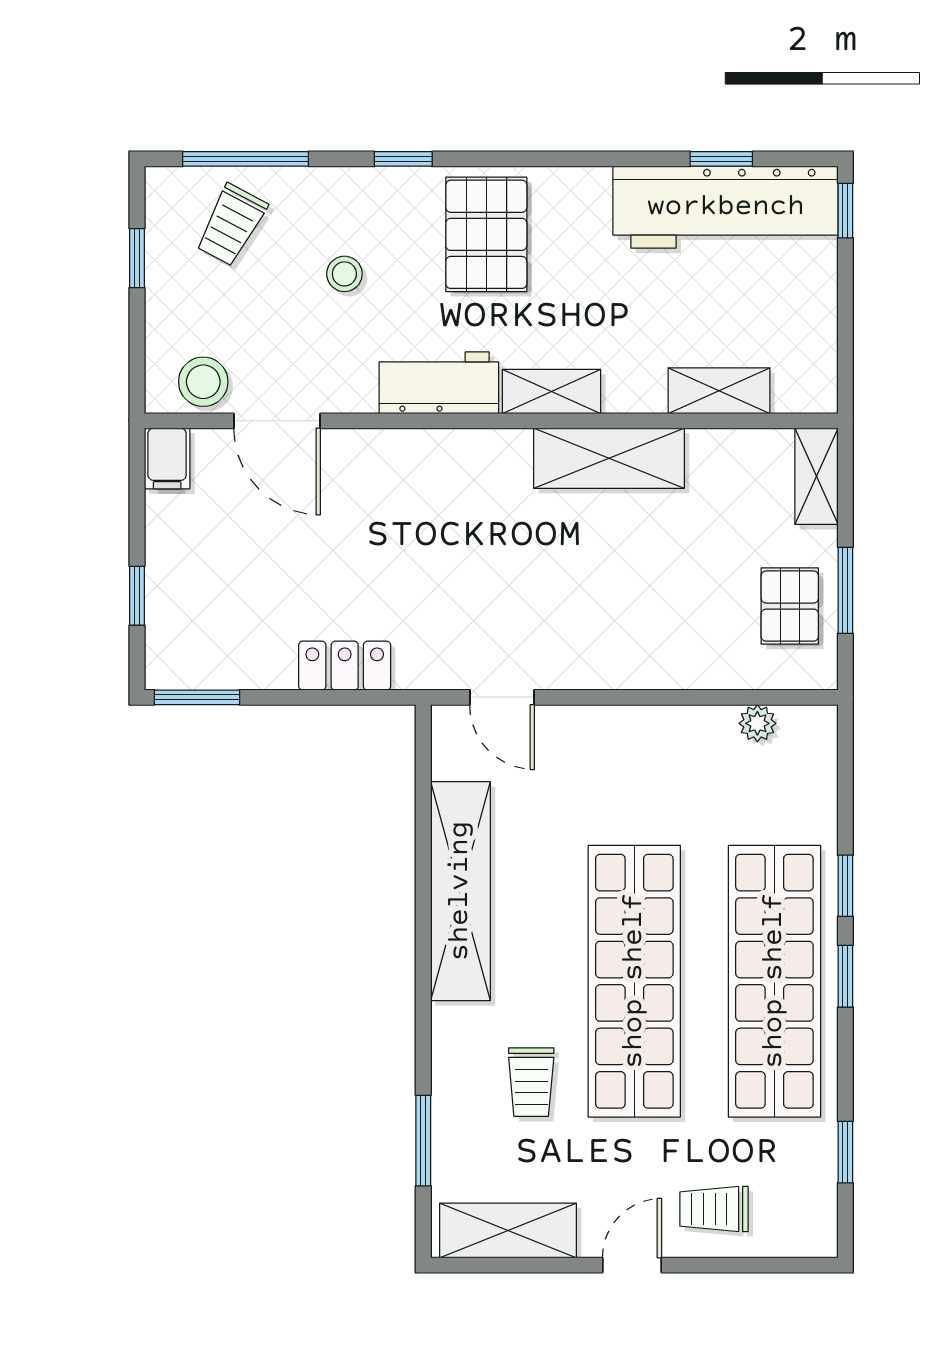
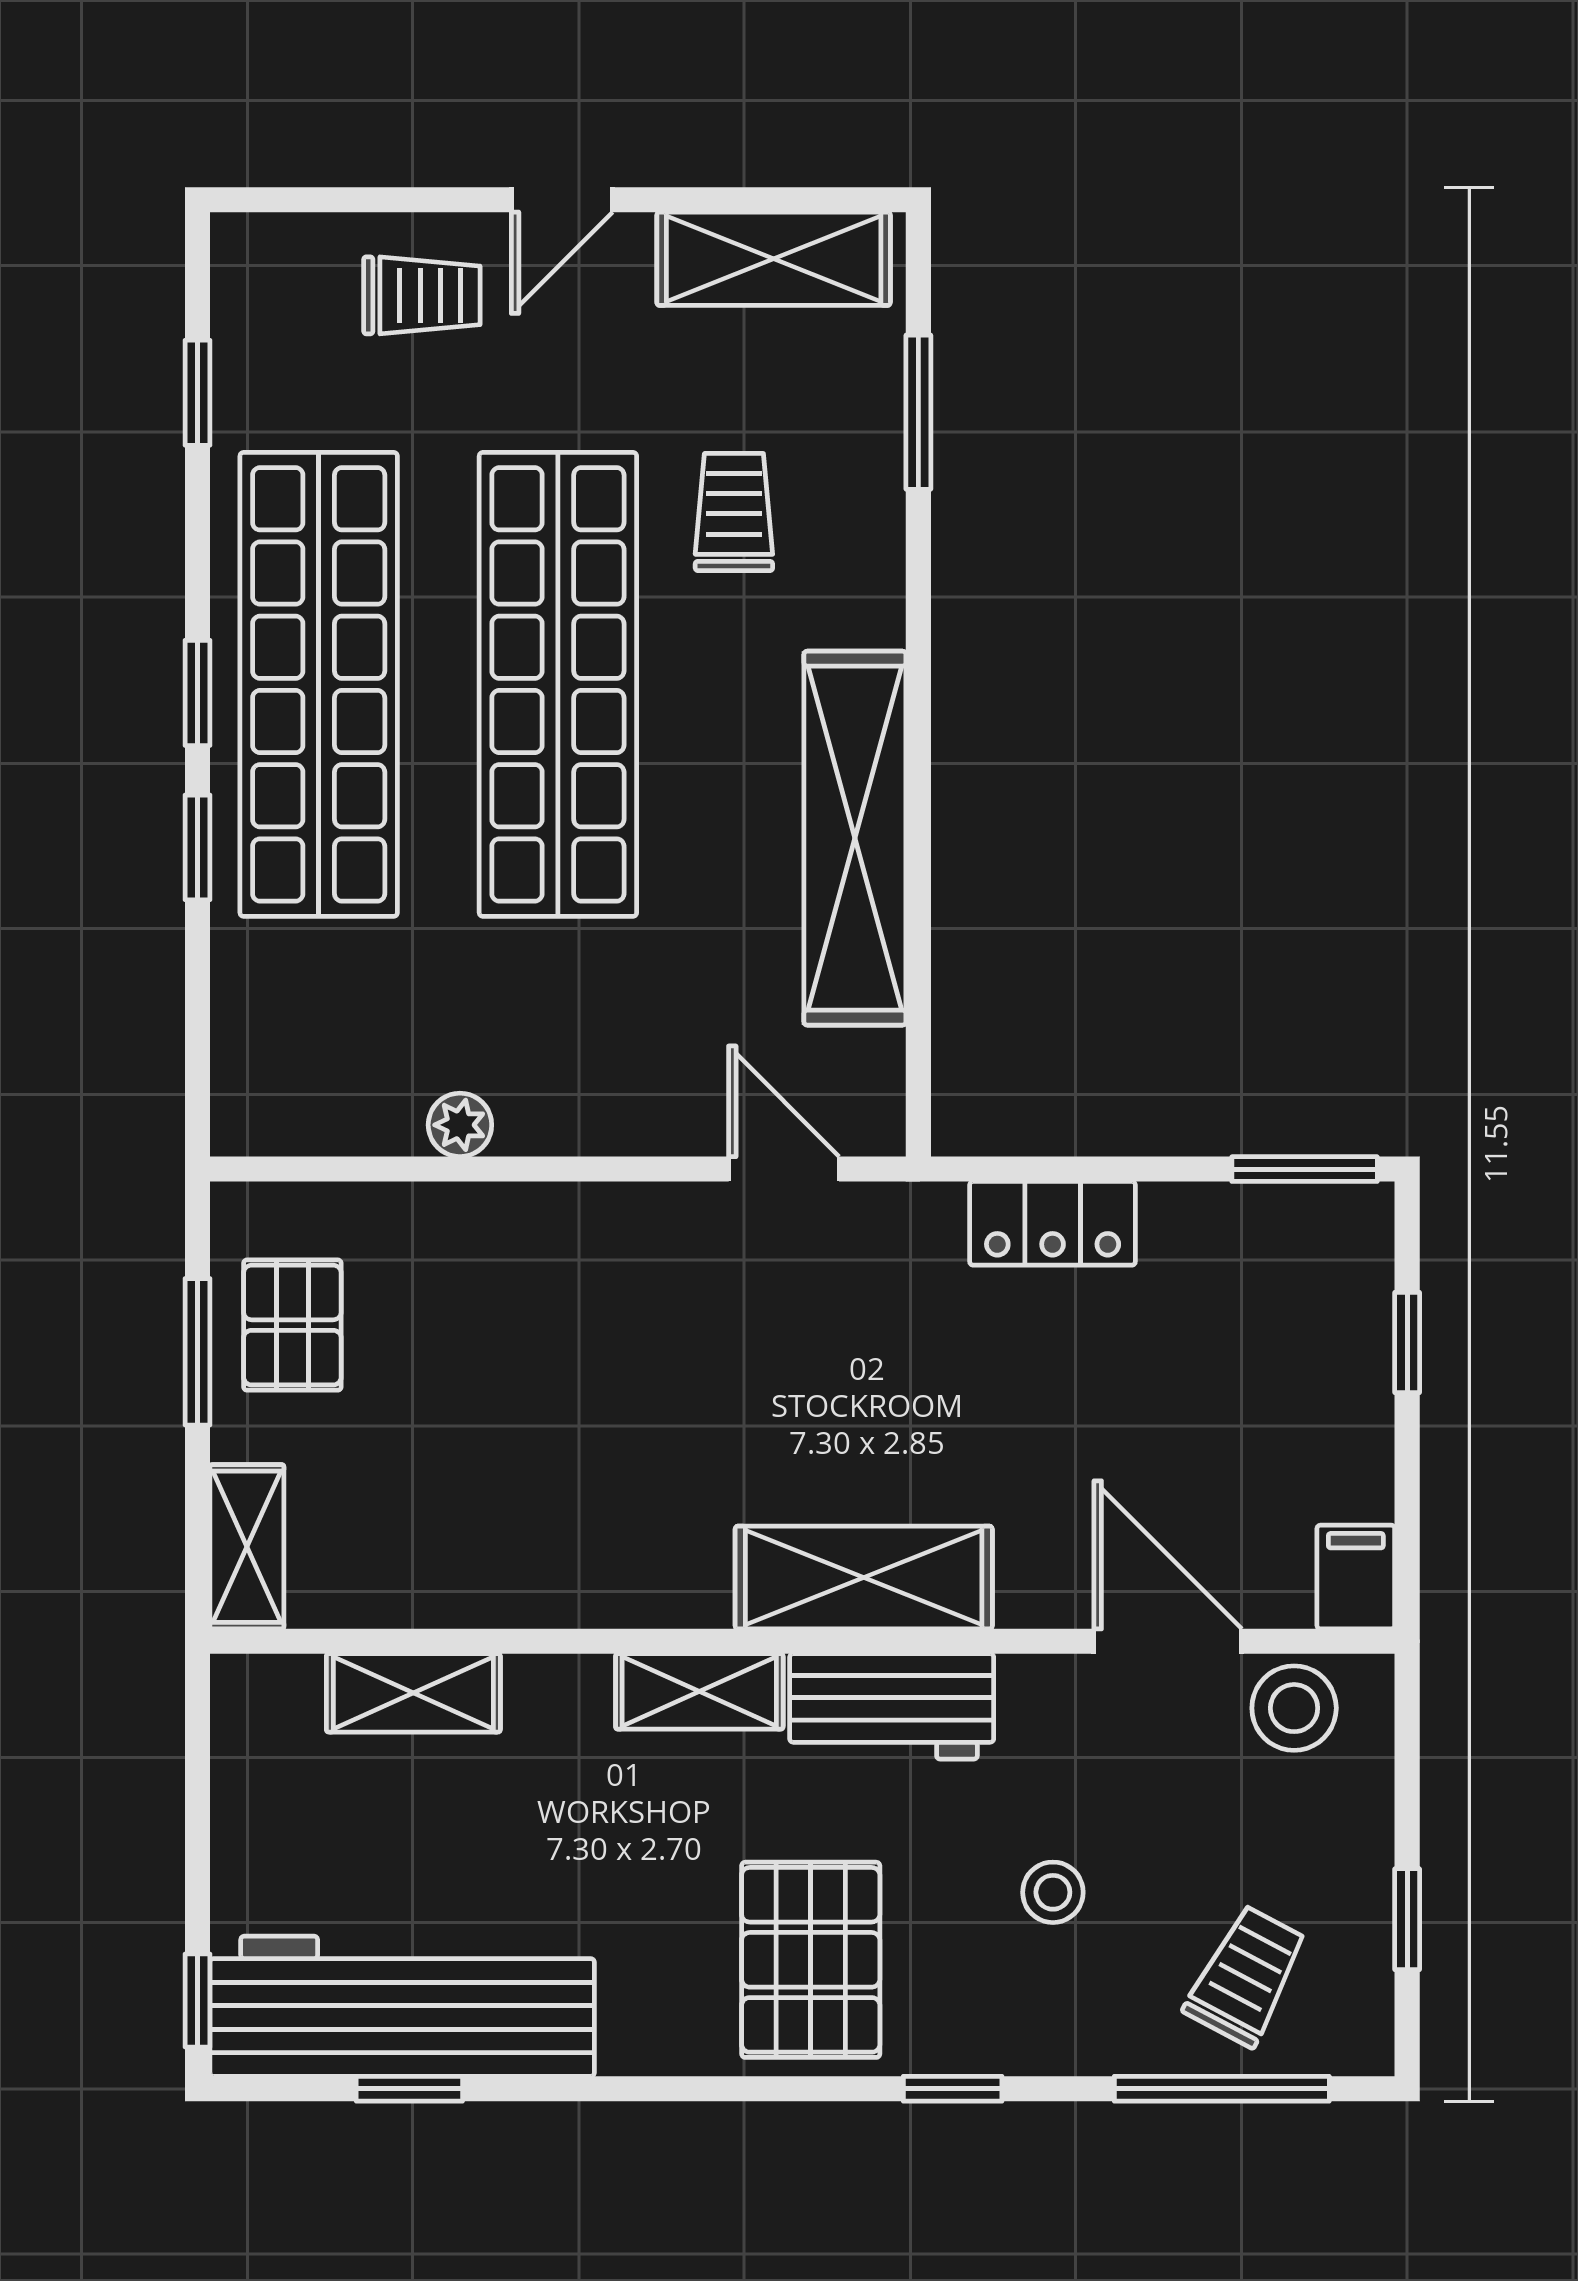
shelving: (609, 458) -> (864, 1577), moved
plant: (757, 723) -> (460, 1125), moved

